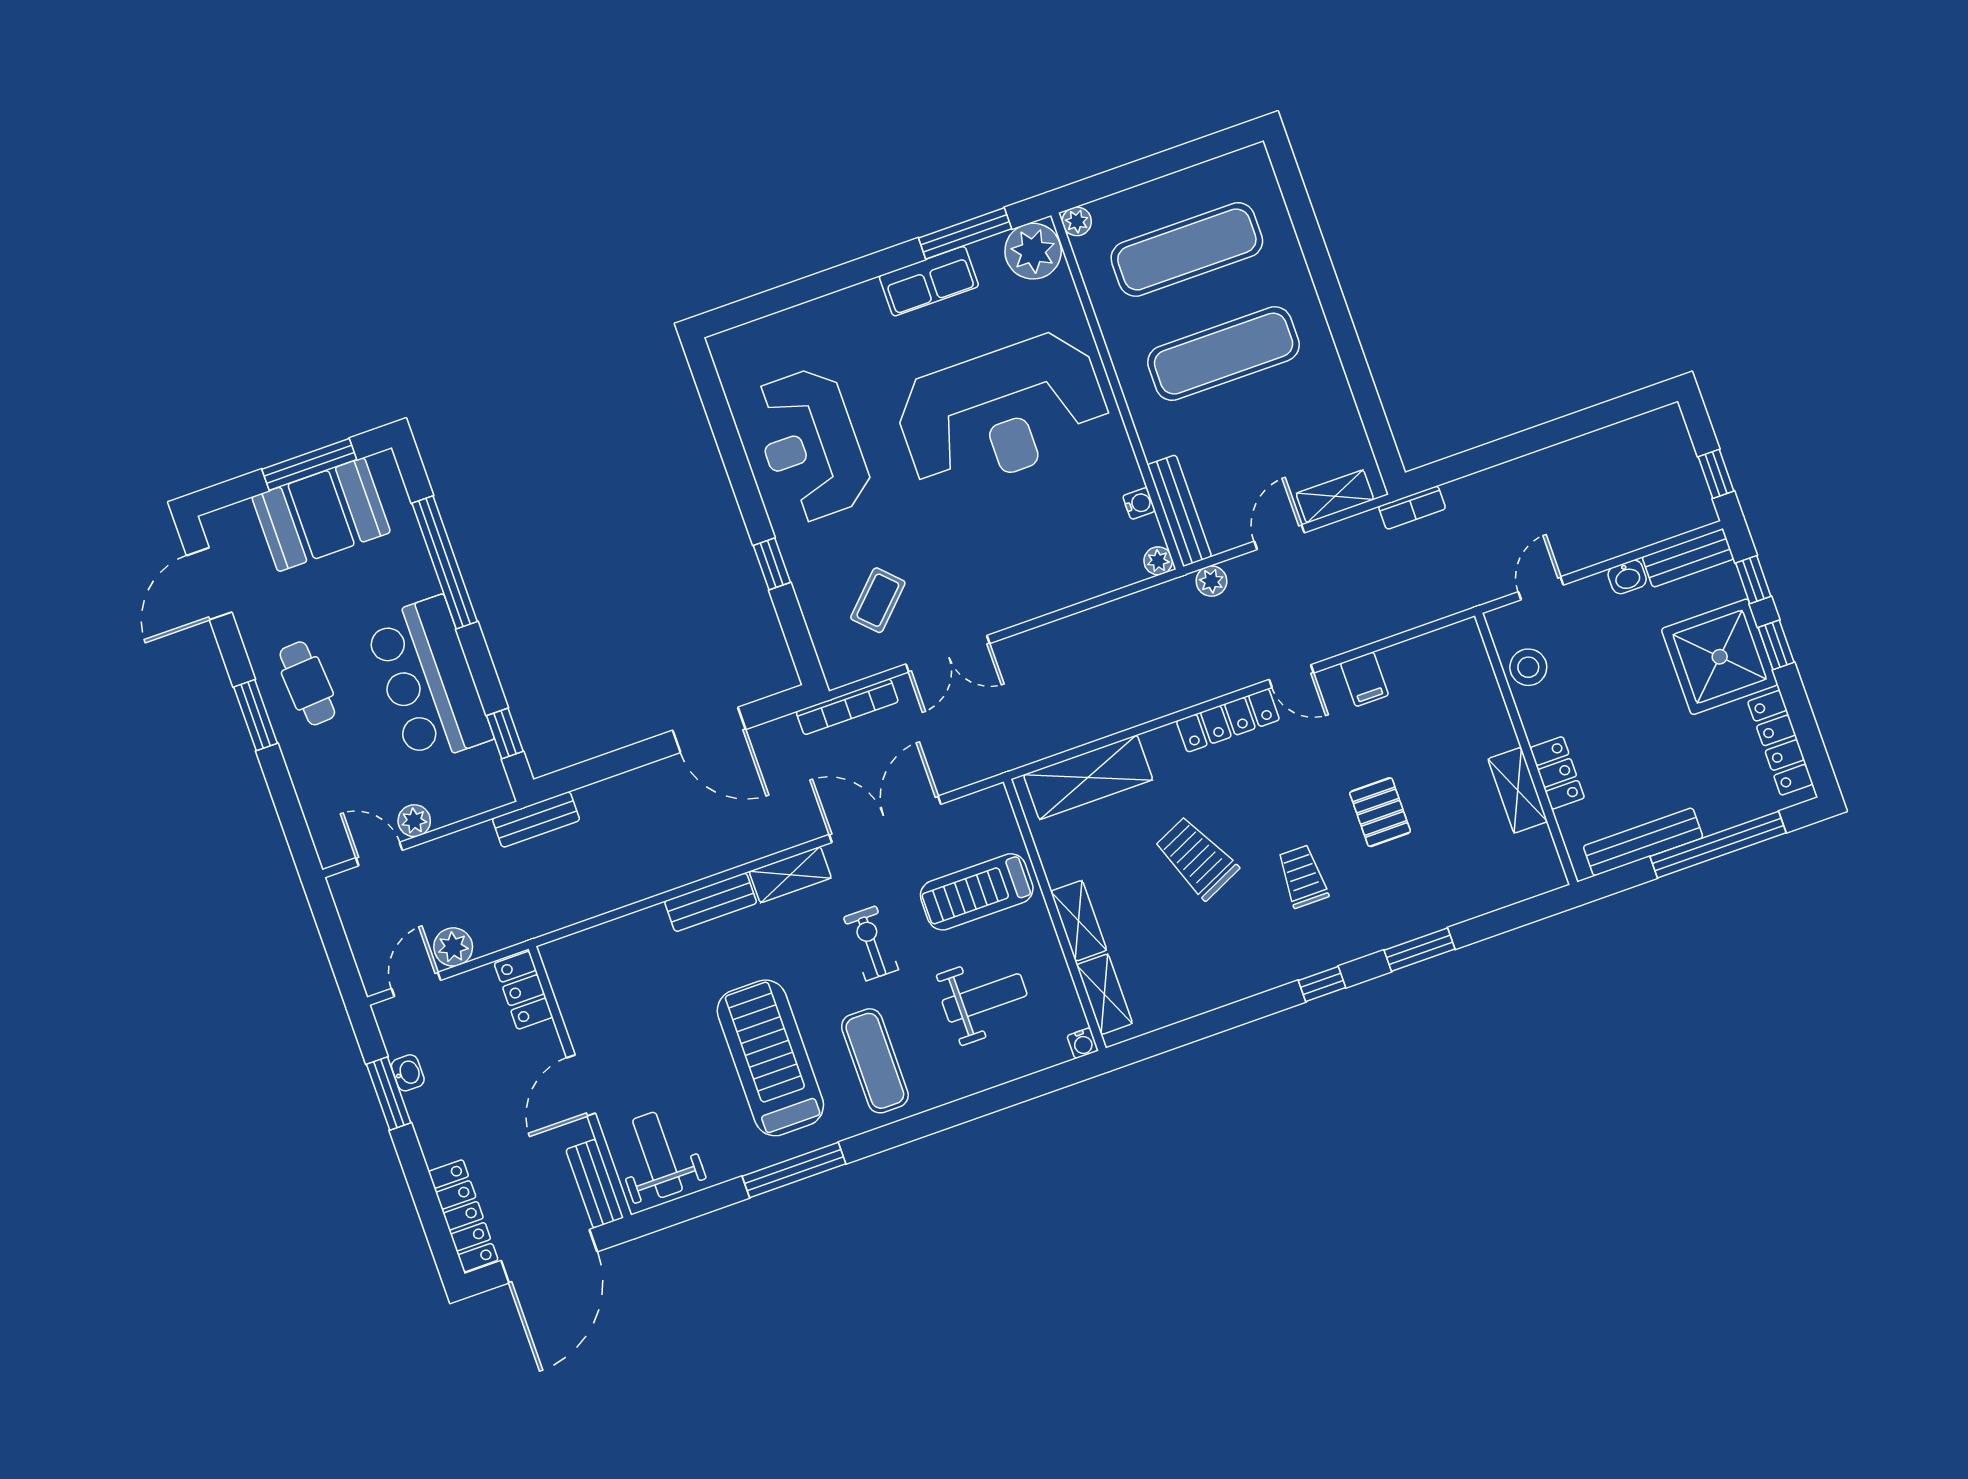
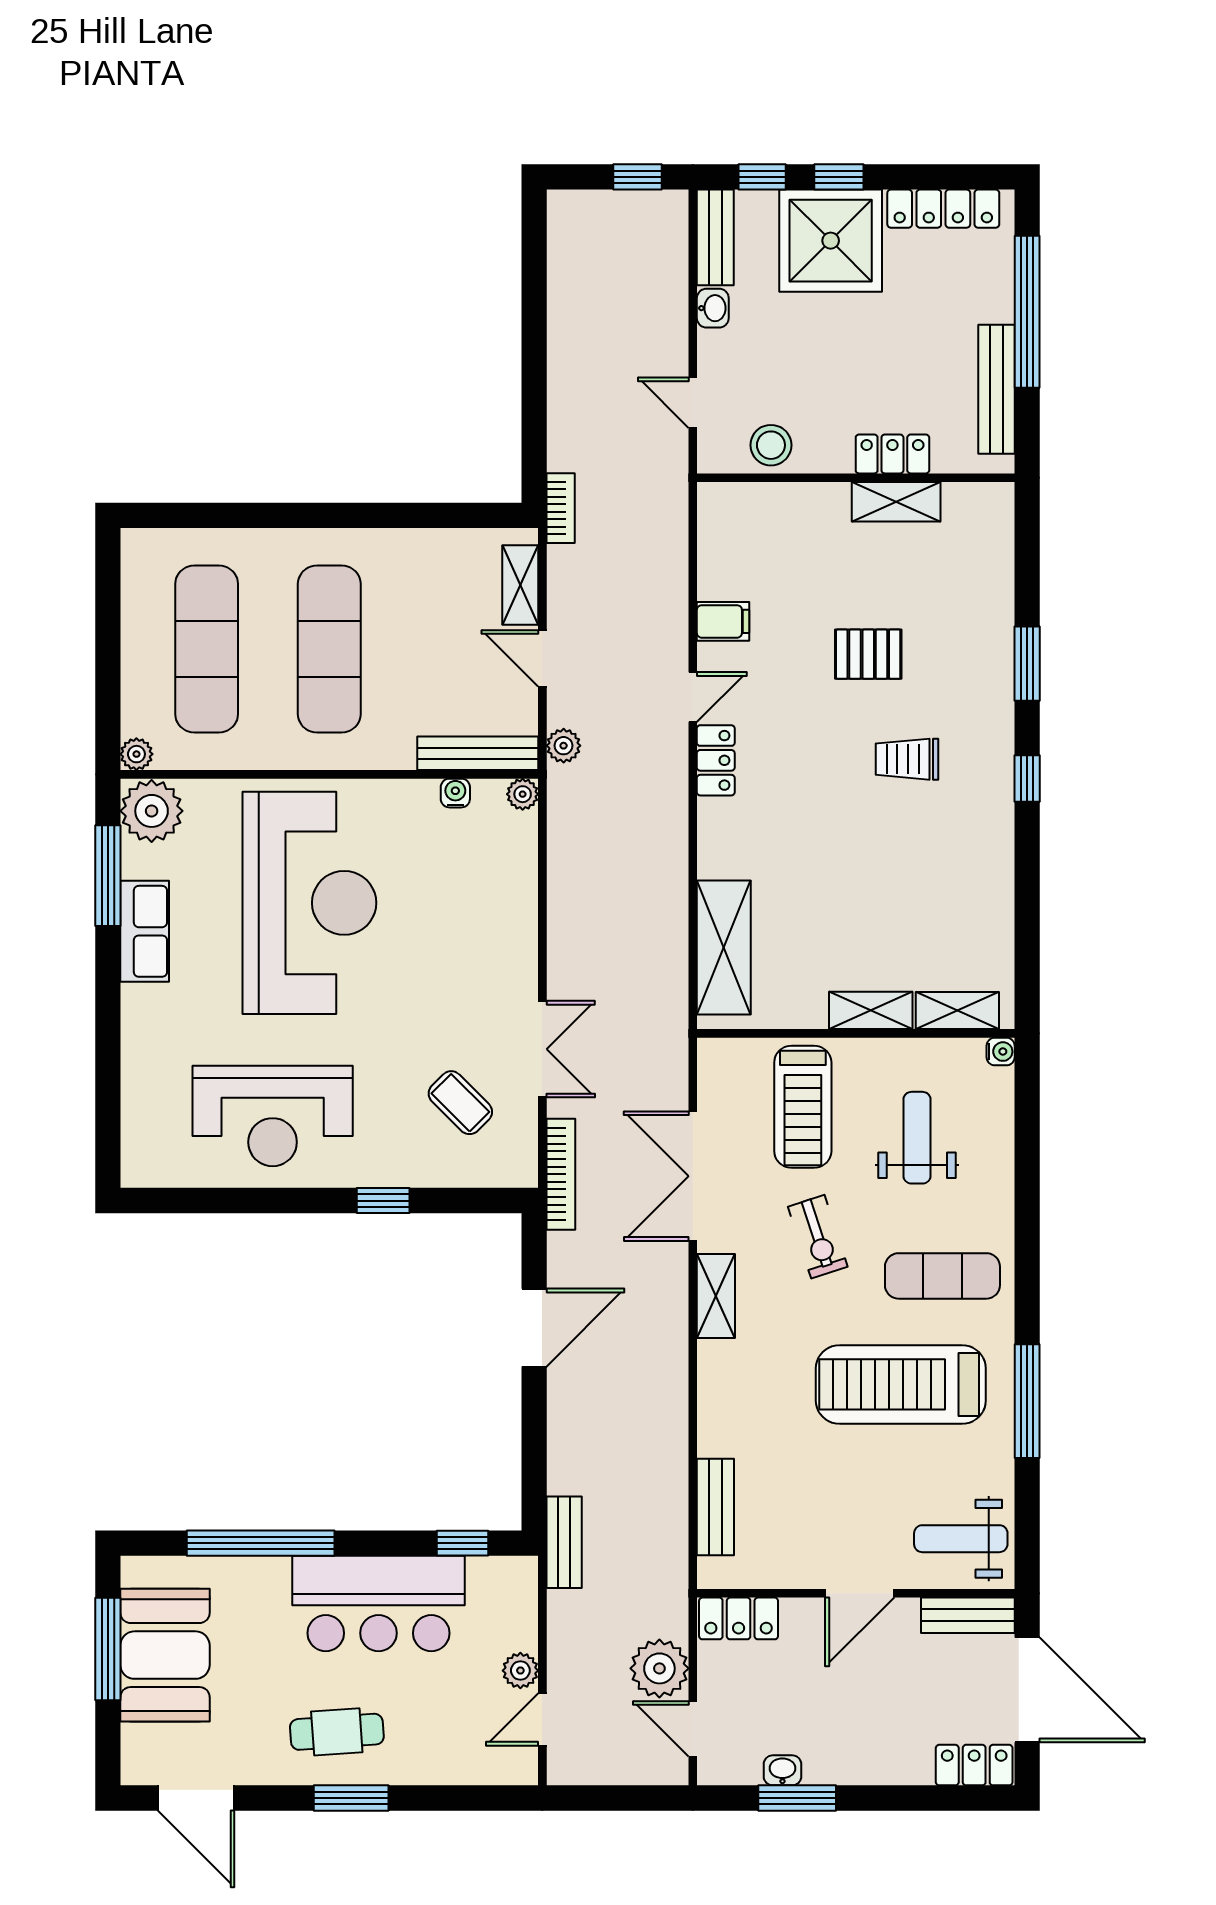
locker: (1228, 720) -> (716, 760), width x0.66
trolley: (1197, 858) -> (849, 864), removed
bench: (711, 902) -> (715, 1507), moved
exercise bike: (871, 943) -> (818, 1237), turned -108
plant: (453, 947) -> (659, 1668), width x1.36, depth x1.36
door: (581, 1085) -> (860, 1593), hinge flipped
locker: (463, 1216) -> (974, 1765), width x0.66

